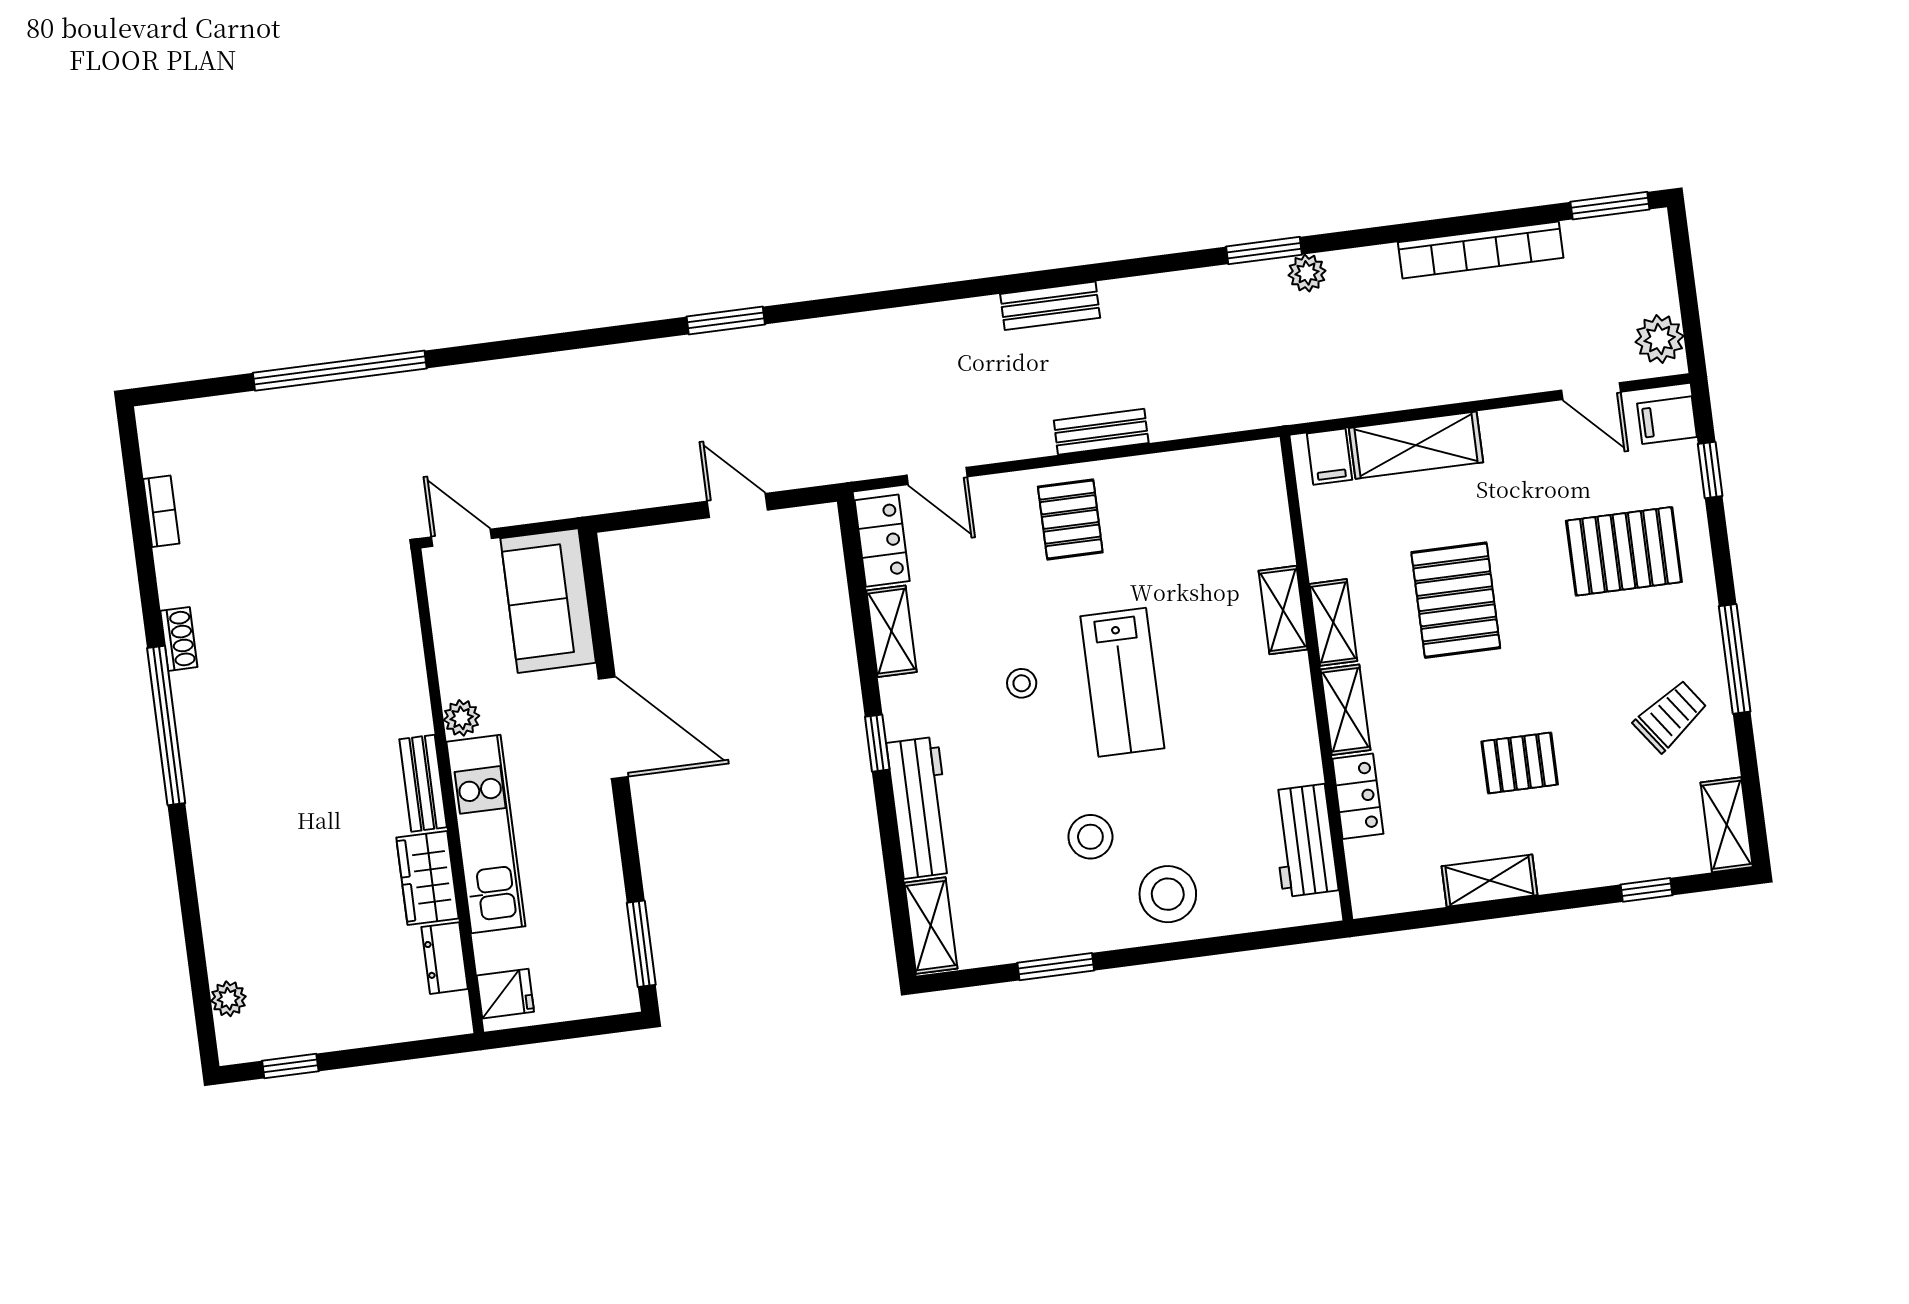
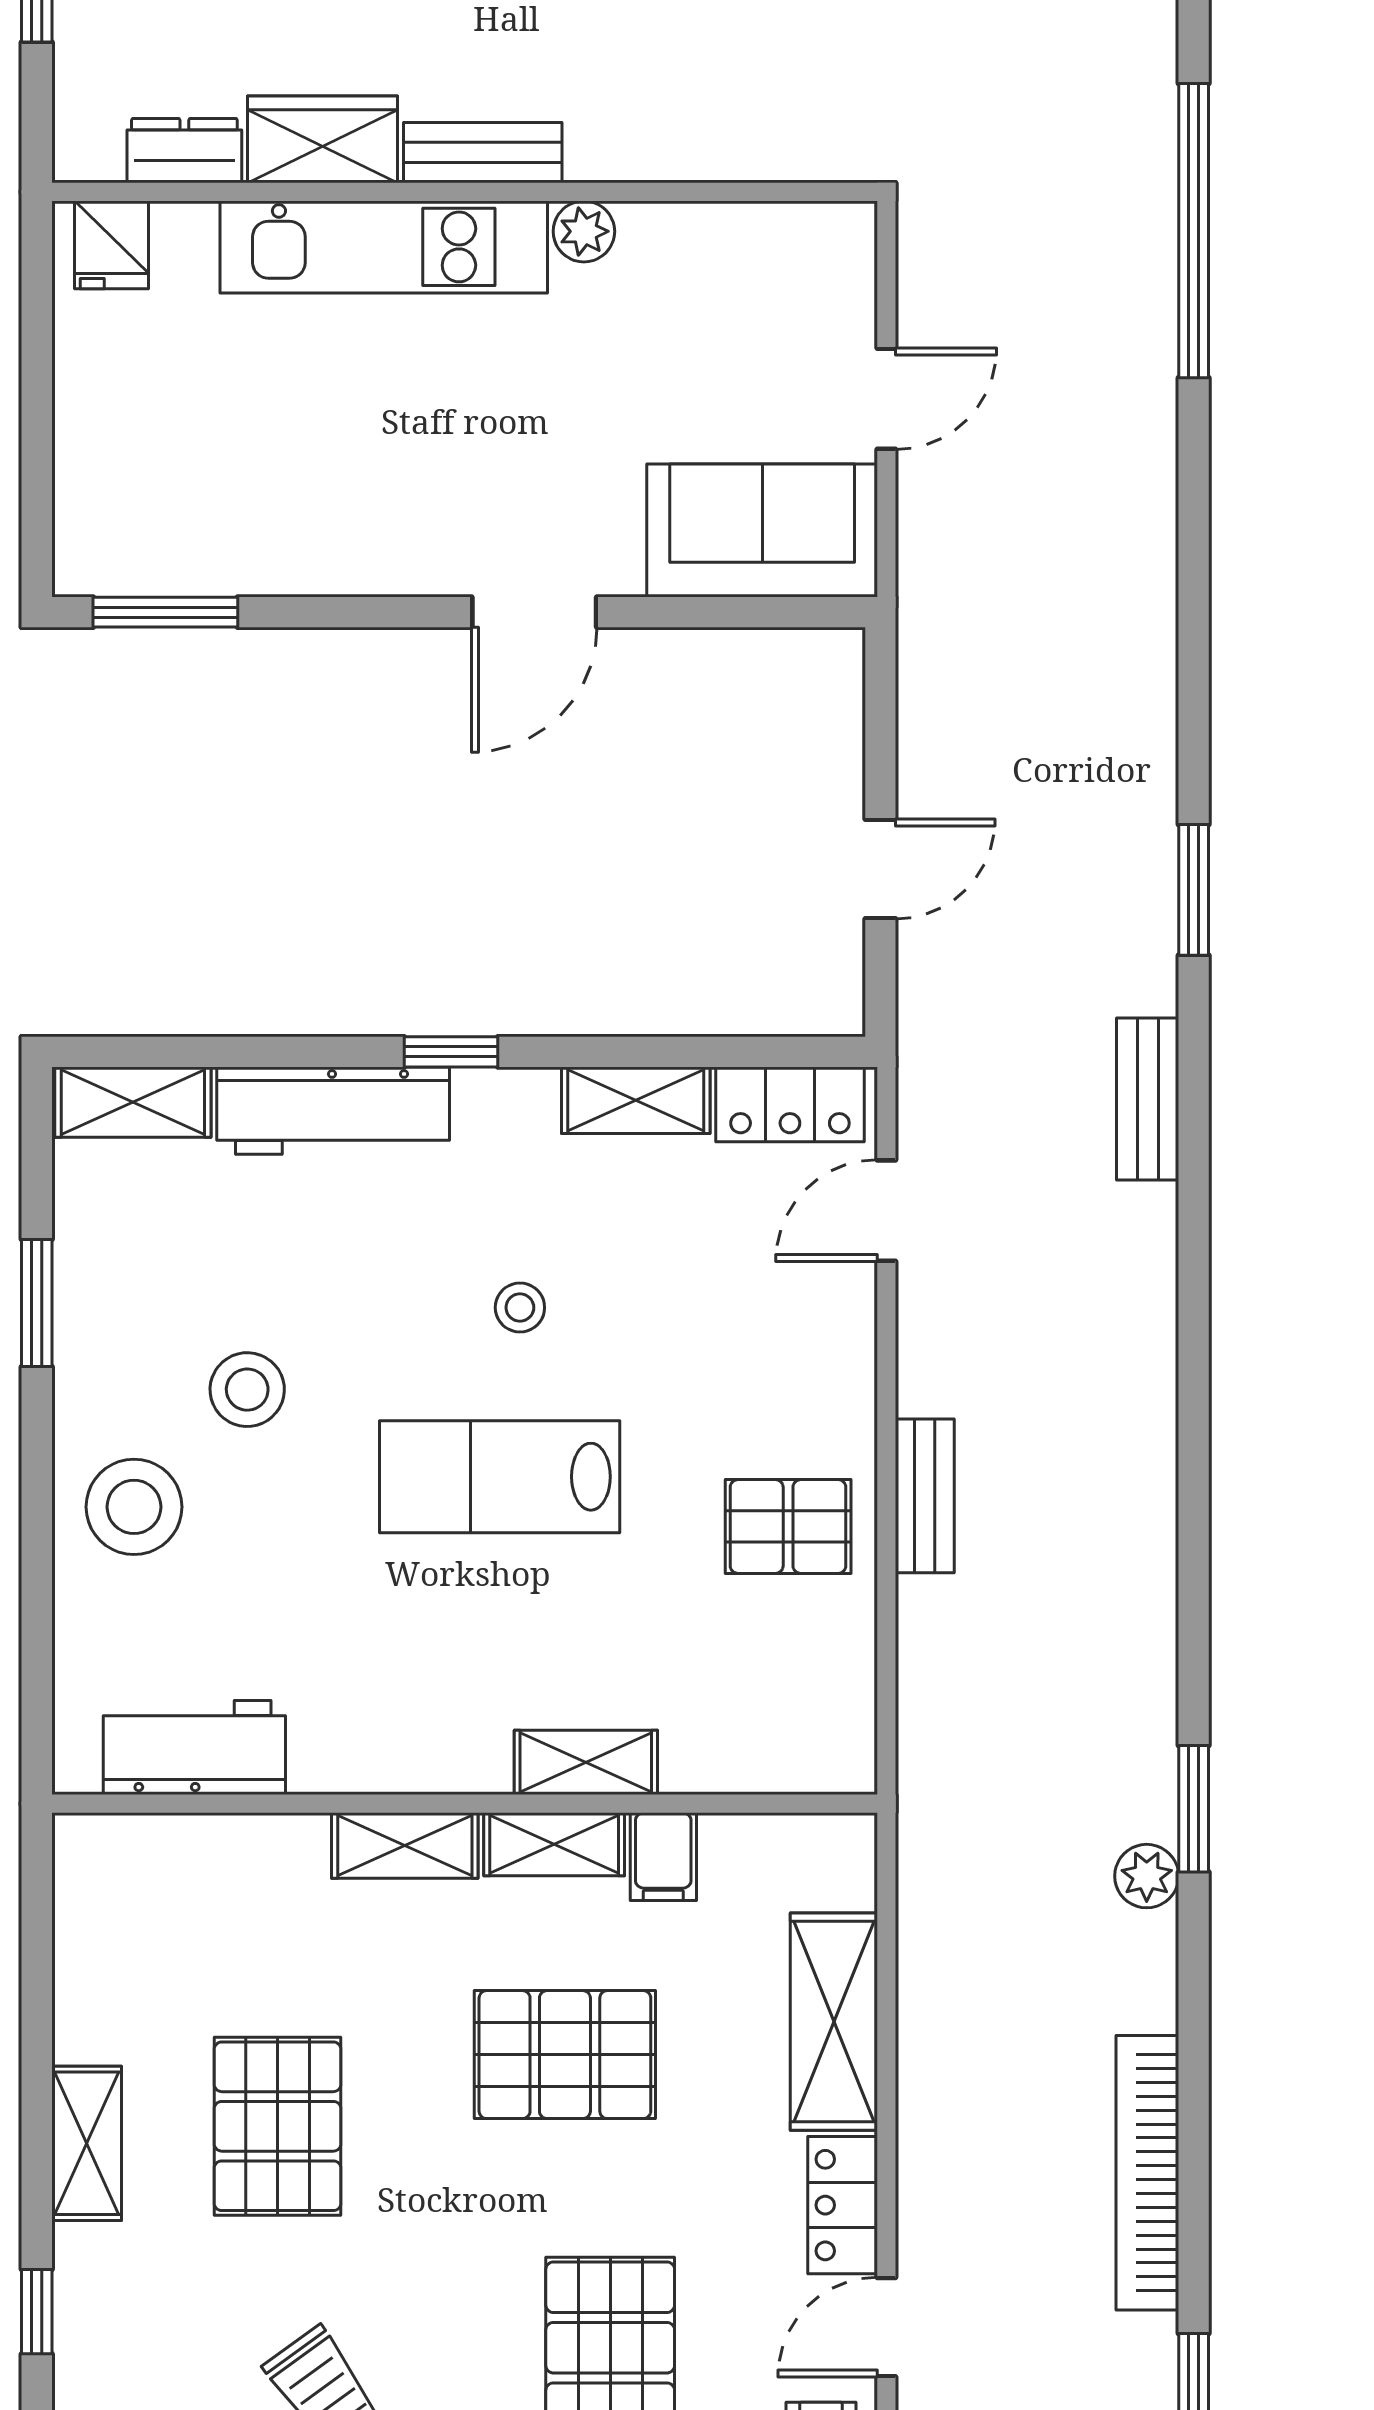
bench: (1050, 306) -> (1148, 1099), moved
filing cabinet: (1329, 457) -> (663, 1857), moved, turned -90
pallet: (1070, 519) -> (788, 1527), moved
plant: (462, 718) -> (584, 231), moved
door: (613, 728) -> (534, 612), width x0.73
pallet: (1520, 763) -> (278, 2126), width x1.50, depth x1.42
bench: (423, 783) -> (483, 153), moved
wall: (447, 791) -> (465, 192), moved
locker: (1358, 796) -> (843, 2205), moved, turned 90
kitchen unit: (486, 834) -> (384, 247), moved
wardrobe: (427, 878) -> (323, 139), moved
shelving: (1489, 881) -> (87, 2143), moved
dresser: (445, 958) -> (184, 151), moved
fridge: (505, 994) -> (111, 245), moved

